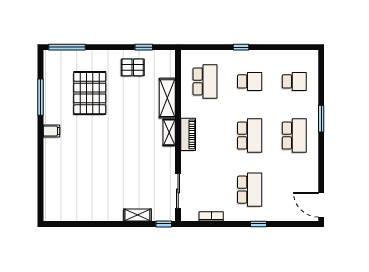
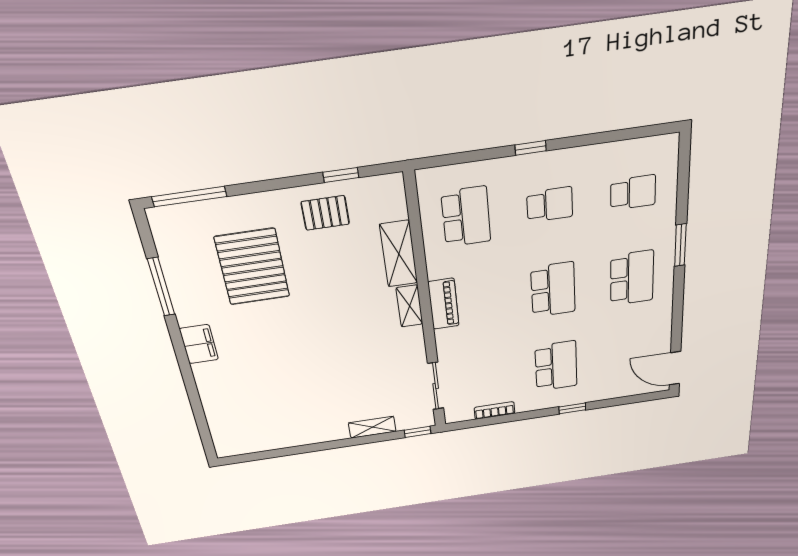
filing cabinet: (51, 131) -> (199, 344), width x2.00

